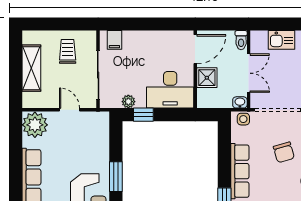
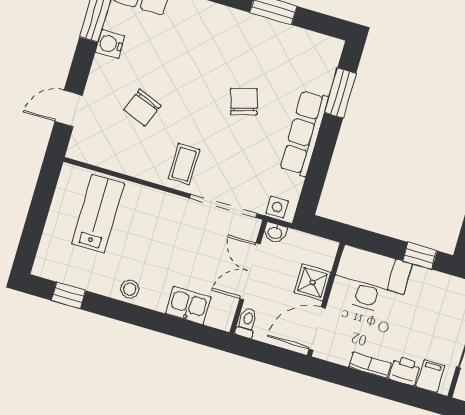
bookcase: (155, 36) -> (370, 365), added
printer: (132, 38) -> (405, 371), added
plant: (128, 102) -> (436, 281), removed
chair: (284, 152) -> (244, 102), moved

